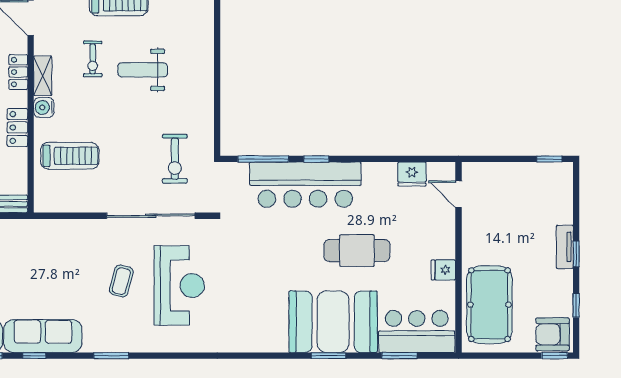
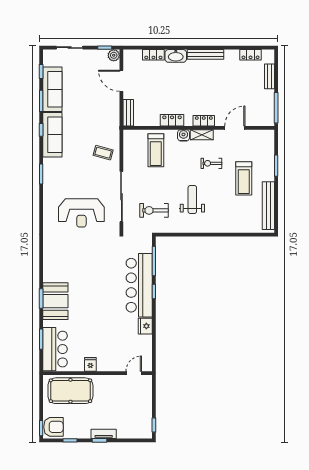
weight bench: (143, 70) -> (192, 200), moved
fridge: (412, 174) -> (145, 326), moved
cafe table: (357, 251) -> (101, 315), removed
coffee table: (121, 281) -> (103, 153), moved
booth: (333, 322) -> (55, 301), width x0.73, depth x0.70
armchair: (553, 334) -> (53, 427), turned 90

